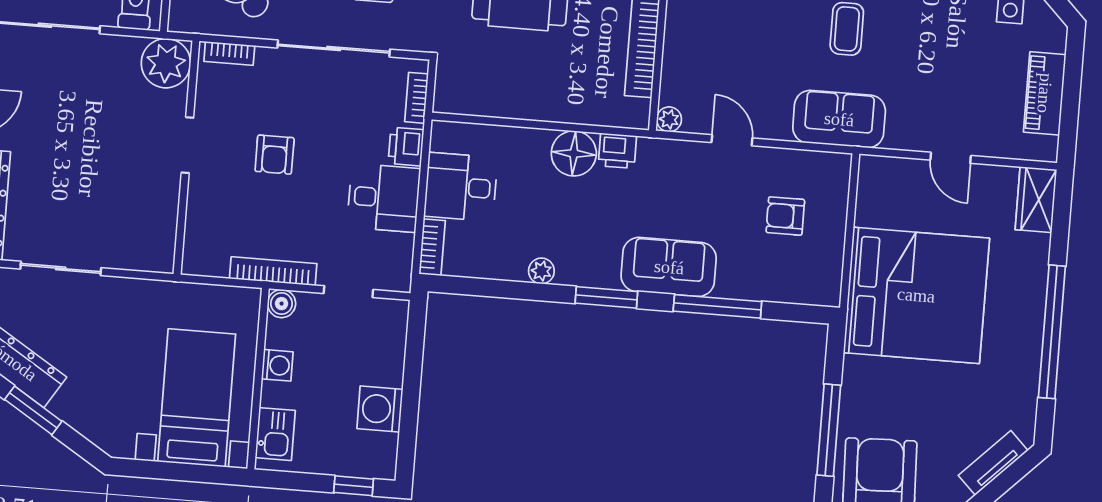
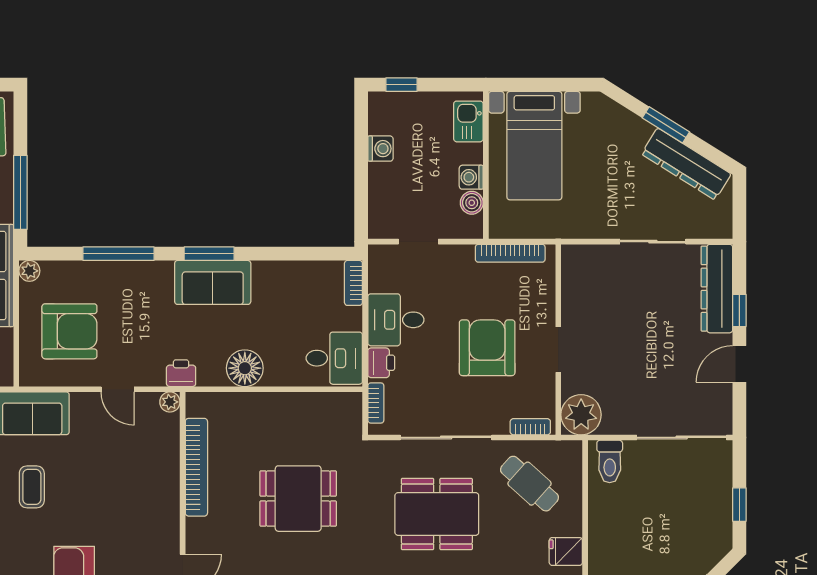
printer: (617, 151) -> (181, 373), moved
armchair: (275, 155) -> (487, 348), width x1.88, depth x1.88
desk: (461, 187) -> (334, 358), moved
armchair: (785, 216) -> (69, 331), width x1.88, depth x1.88
sofa: (669, 267) -> (213, 282), moved
bookcase: (273, 271) -> (510, 253), moved
plant: (541, 271) -> (29, 271), moved
boiler: (282, 304) -> (472, 203), moved
washing machine: (380, 409) -> (380, 149), width x0.73, depth x0.73
window: (829, 430) -> (20, 192), moved

